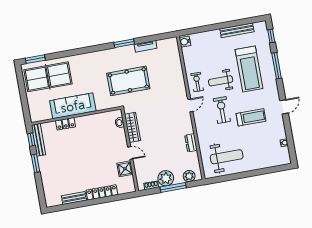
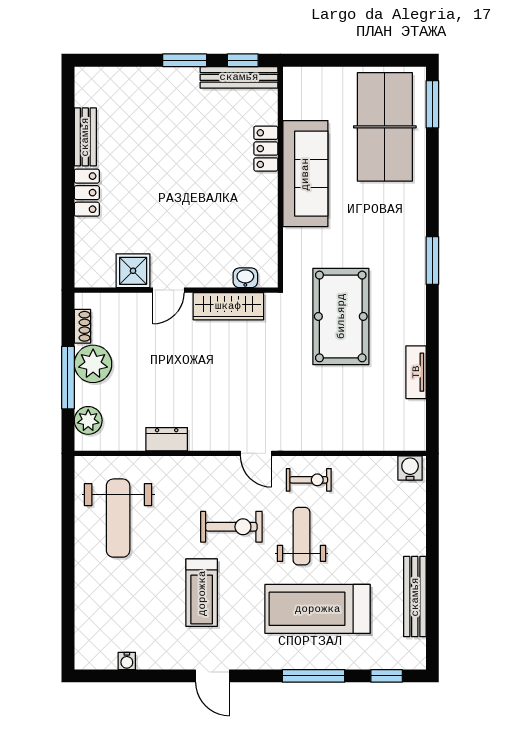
window: (124, 43) -> (432, 261), moved
locker: (102, 192) -> (87, 193), width x0.66

